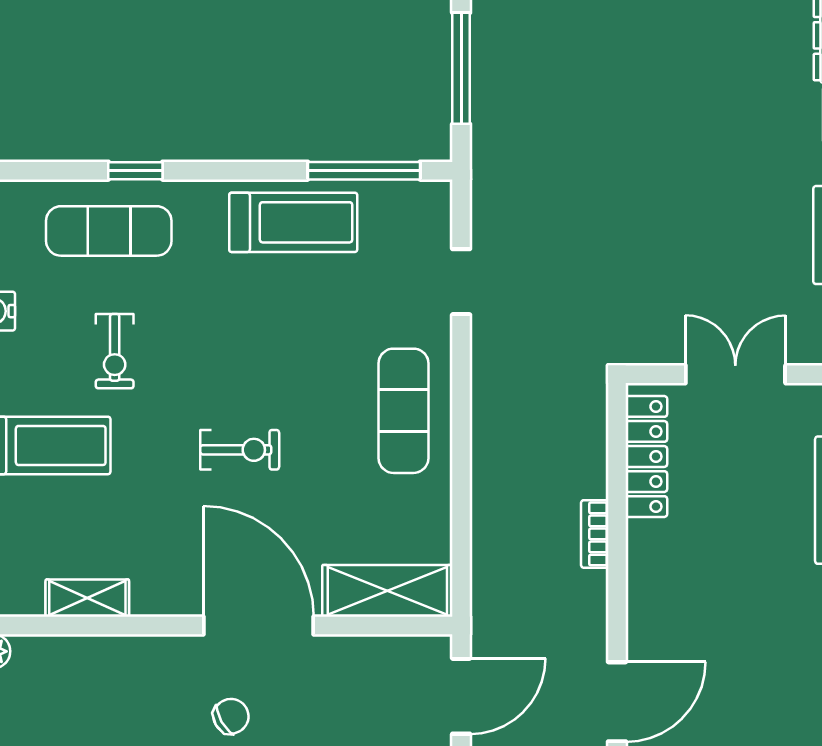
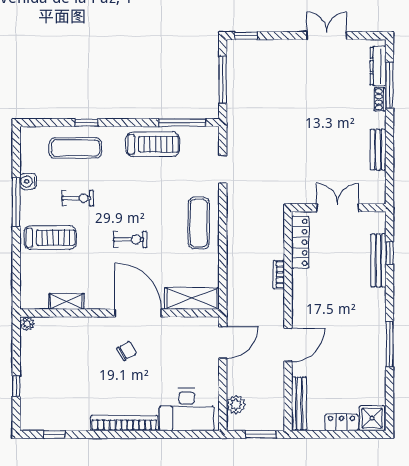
exercise bike: (115, 351) -> (78, 198), turned -90

